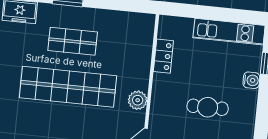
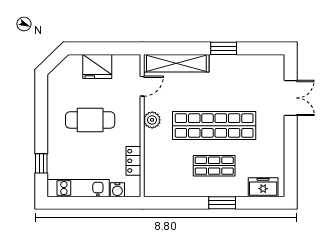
water cooler: (251, 80) -> (117, 190), moved, turned -90
cafe table: (208, 107) -> (90, 120), width x1.37, depth x1.35

